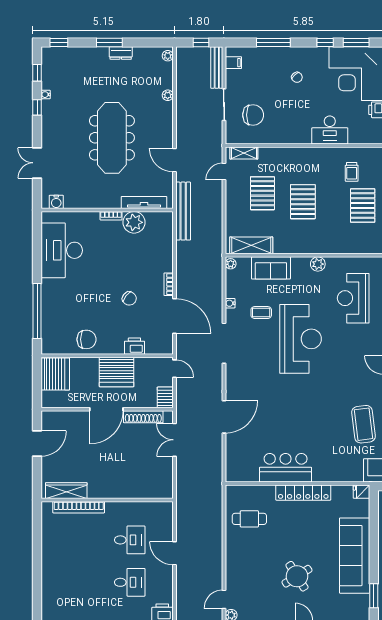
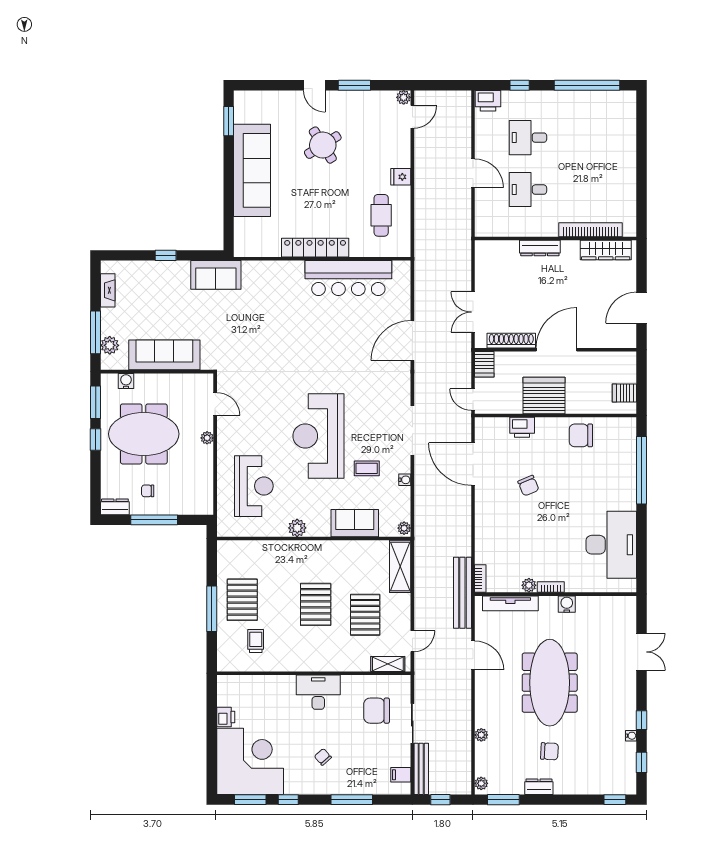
window: (109, 42) -> (503, 800), moved
chair: (112, 82) -> (550, 751), added
desk: (330, 130) -> (318, 692), moved
water cooler: (56, 202) -> (567, 604), moved
plant: (134, 222) -> (529, 585), width x0.53, depth x0.53
shelving: (251, 245) -> (400, 566), moved, turned 90
bookcase: (169, 284) -> (480, 579), moved
chair: (129, 298) -> (528, 486), turned -151
server rack: (55, 374) -> (624, 393), width x0.46, depth x0.70
coffee table: (364, 424) -> (241, 331), removed
double door: (174, 440) -> (473, 312), swing flipped
bar counter: (286, 468) -> (348, 278), width x1.36
dresser: (120, 492) -> (540, 248), added
fridge: (362, 492) -> (401, 177), moved, turned 180
cafe table: (249, 519) -> (381, 215), turned 90

